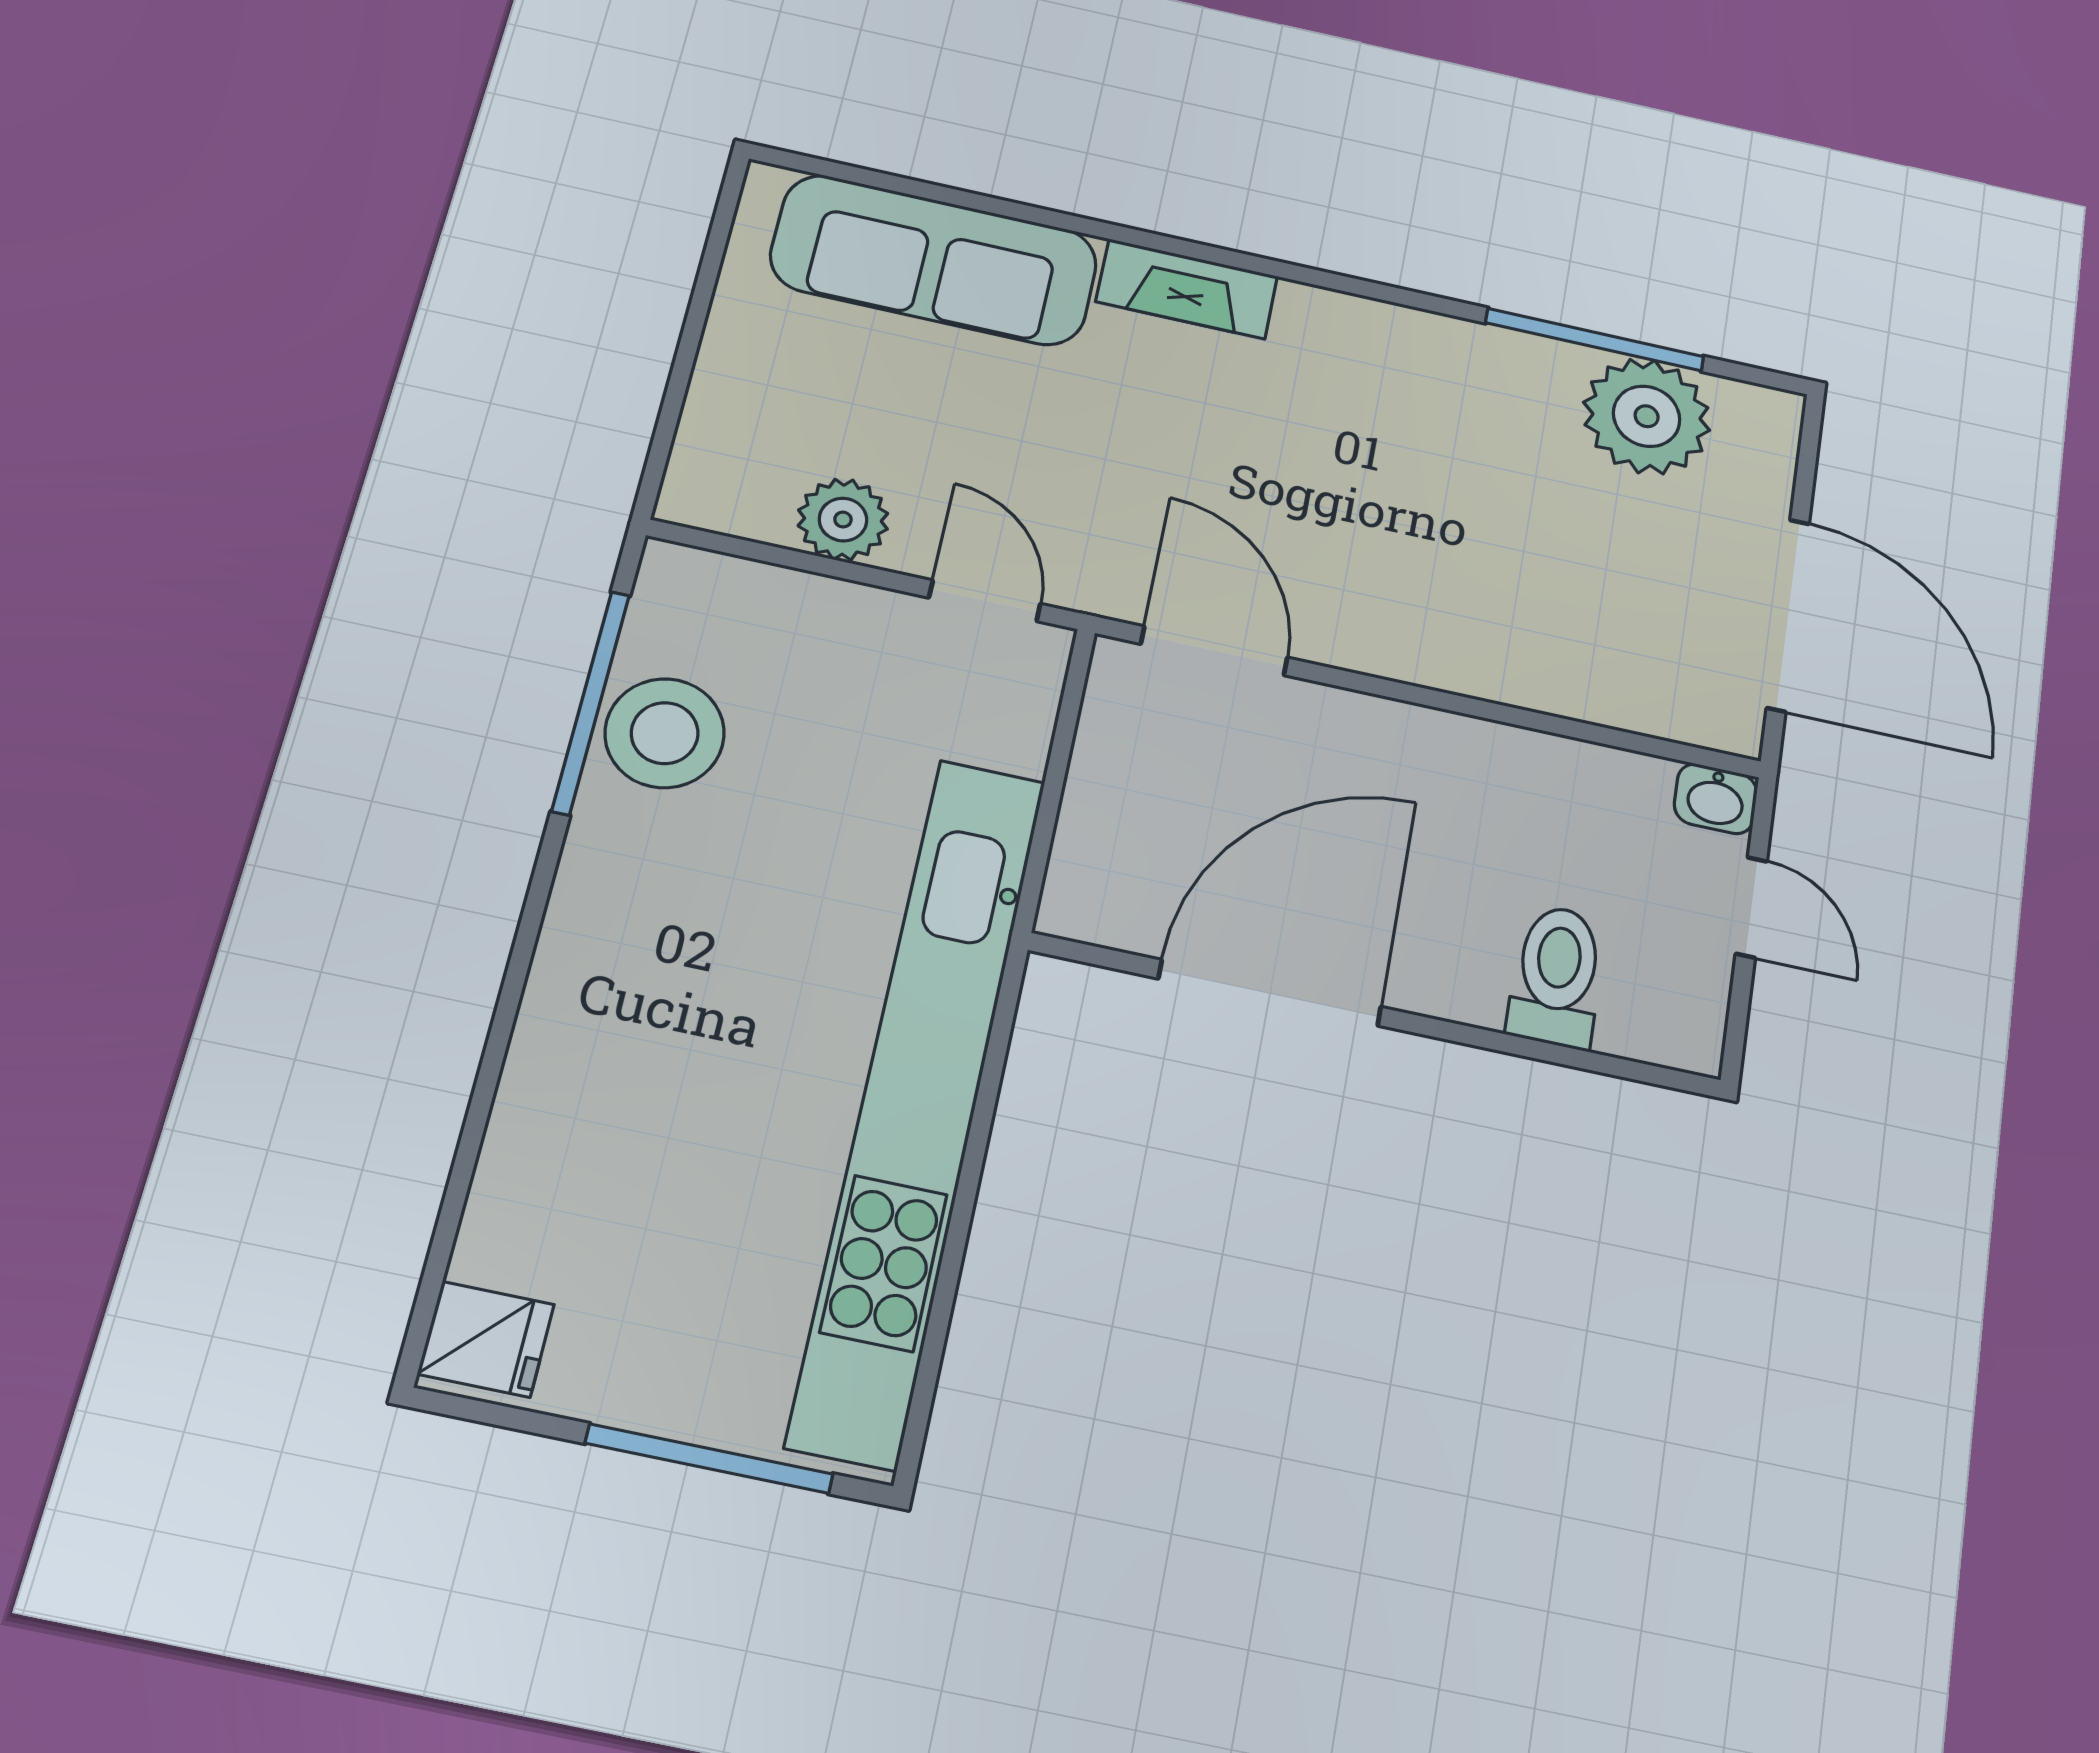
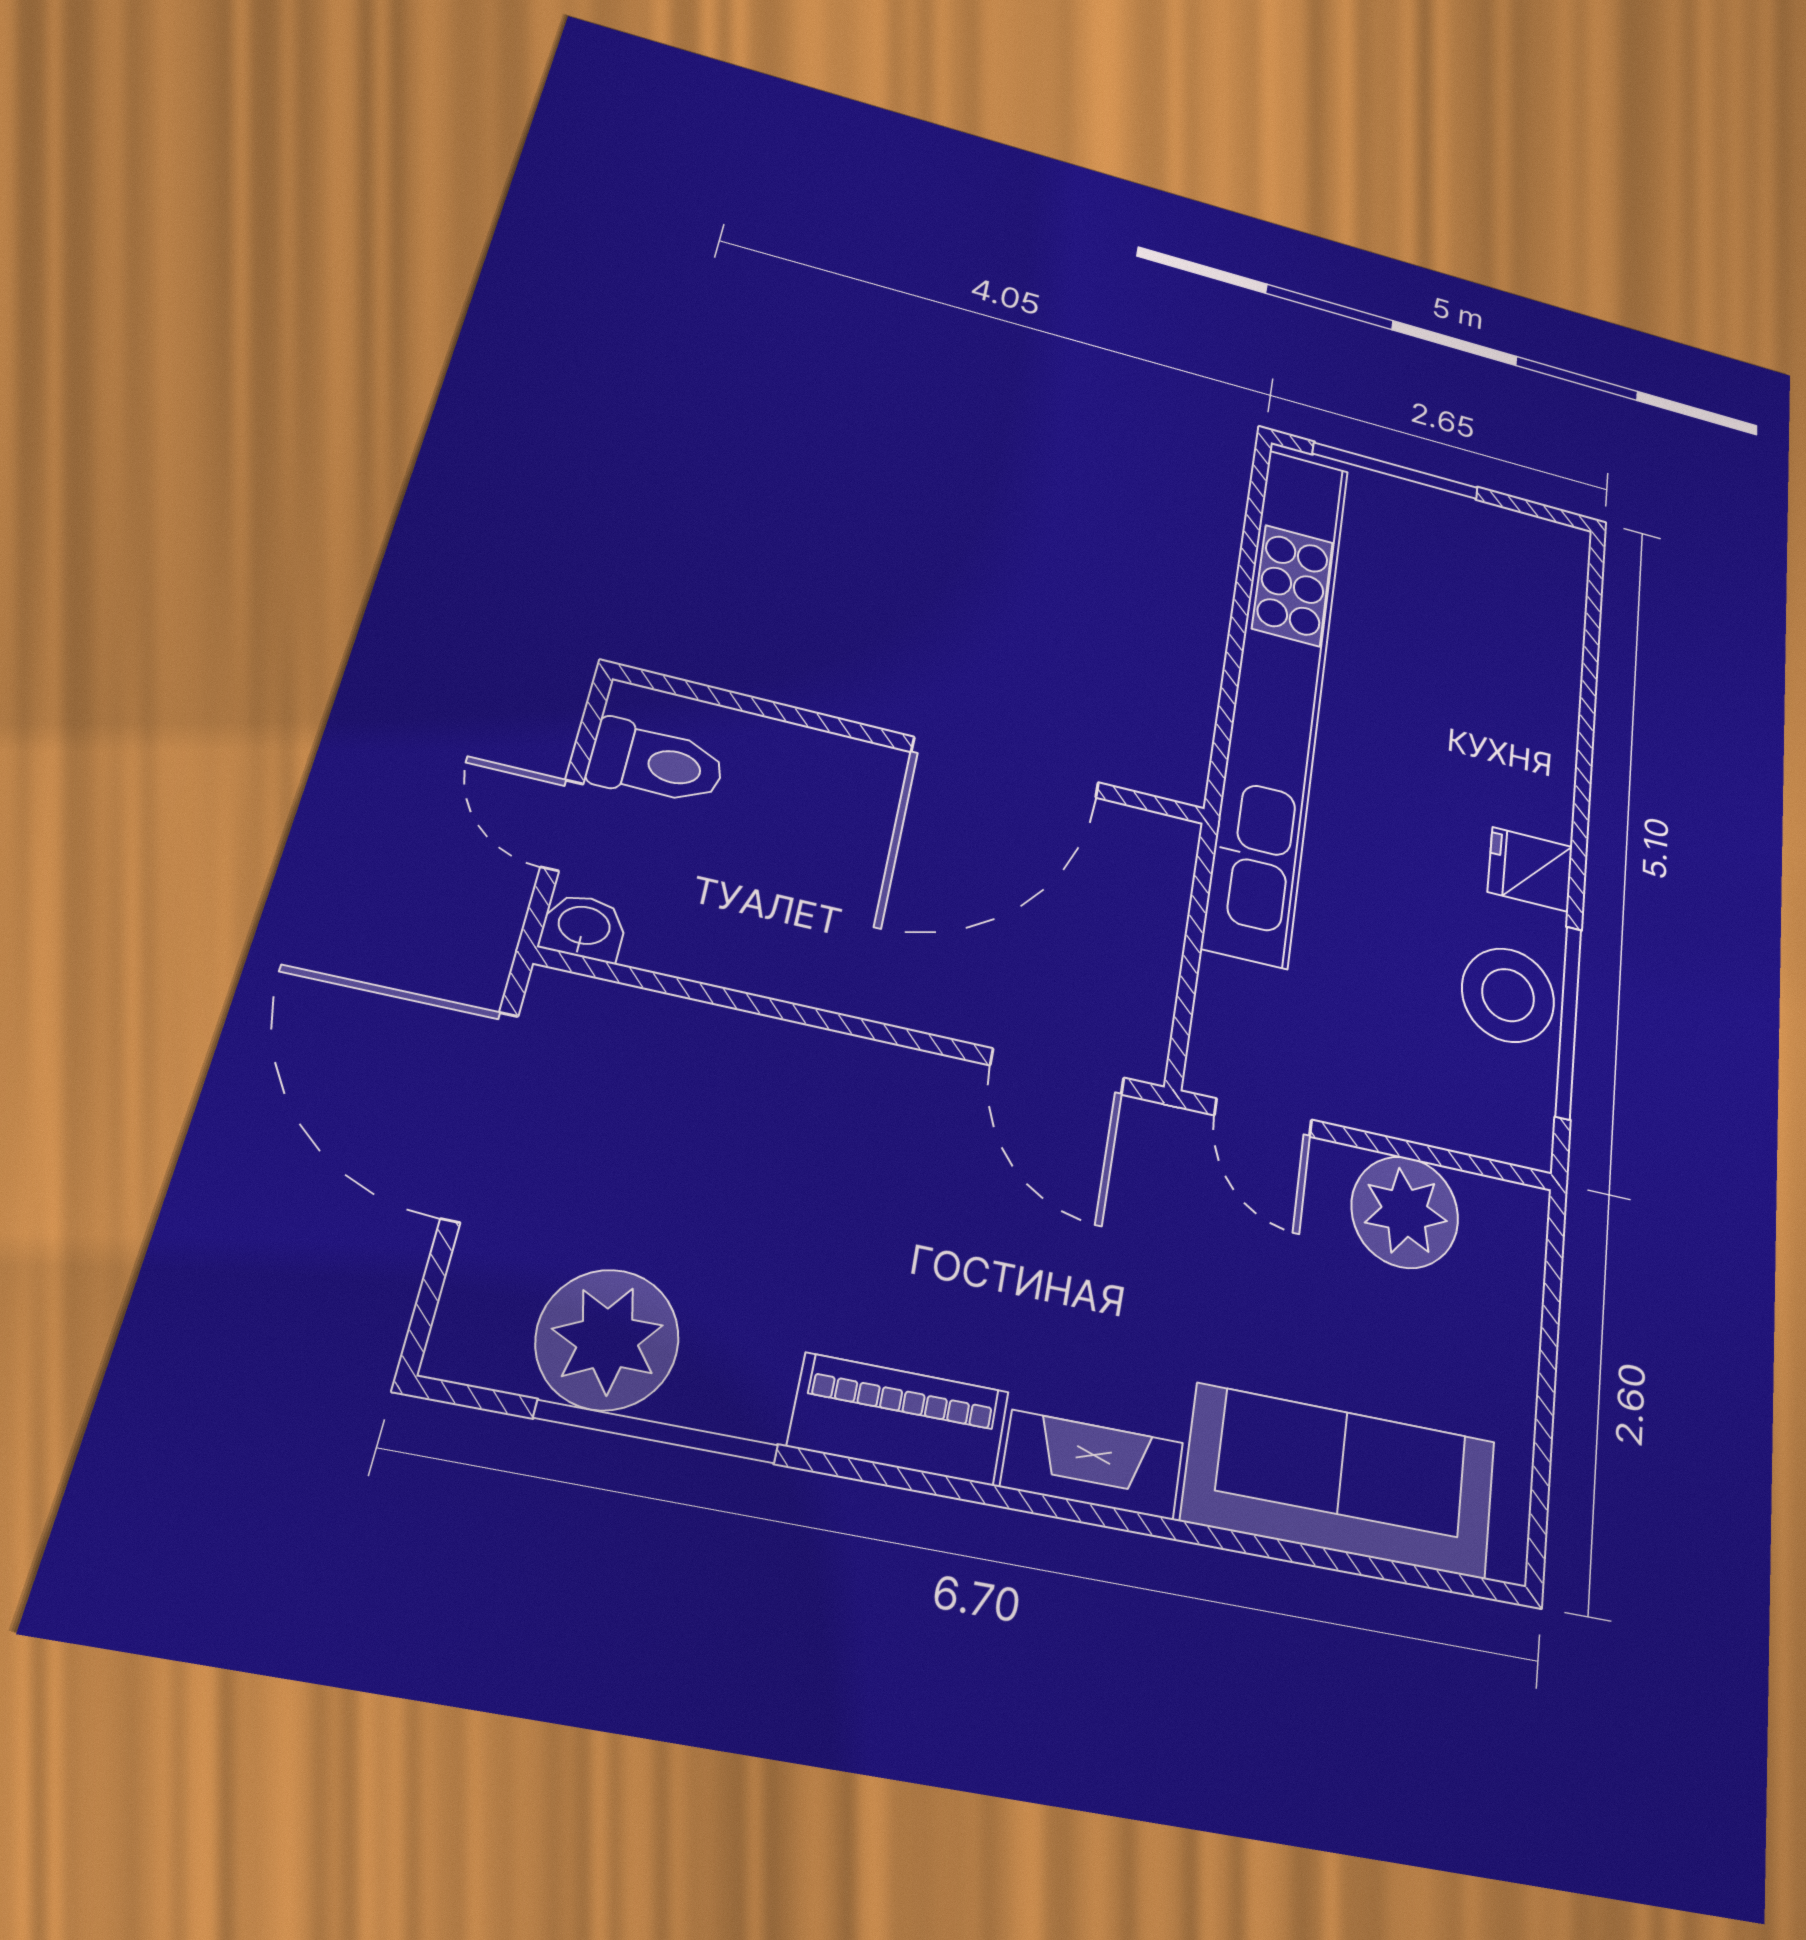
piano: (1374, 337) -> (899, 1419), added
plant: (843, 520) -> (1405, 1212), width x1.36, depth x1.36
toilet: (1557, 976) -> (656, 763), moved, turned -90
fridge: (486, 1339) -> (1530, 869), moved

